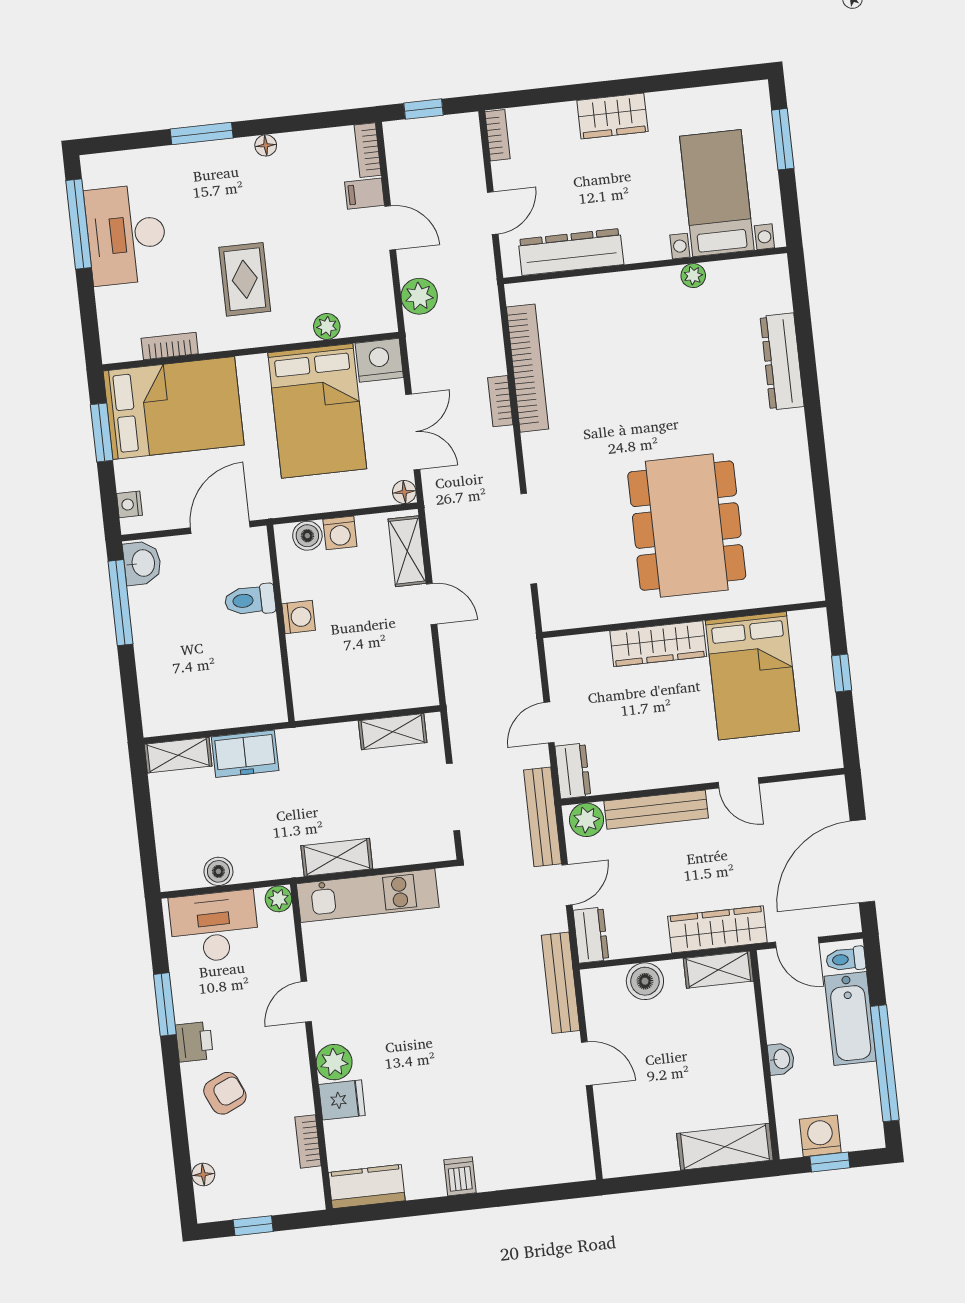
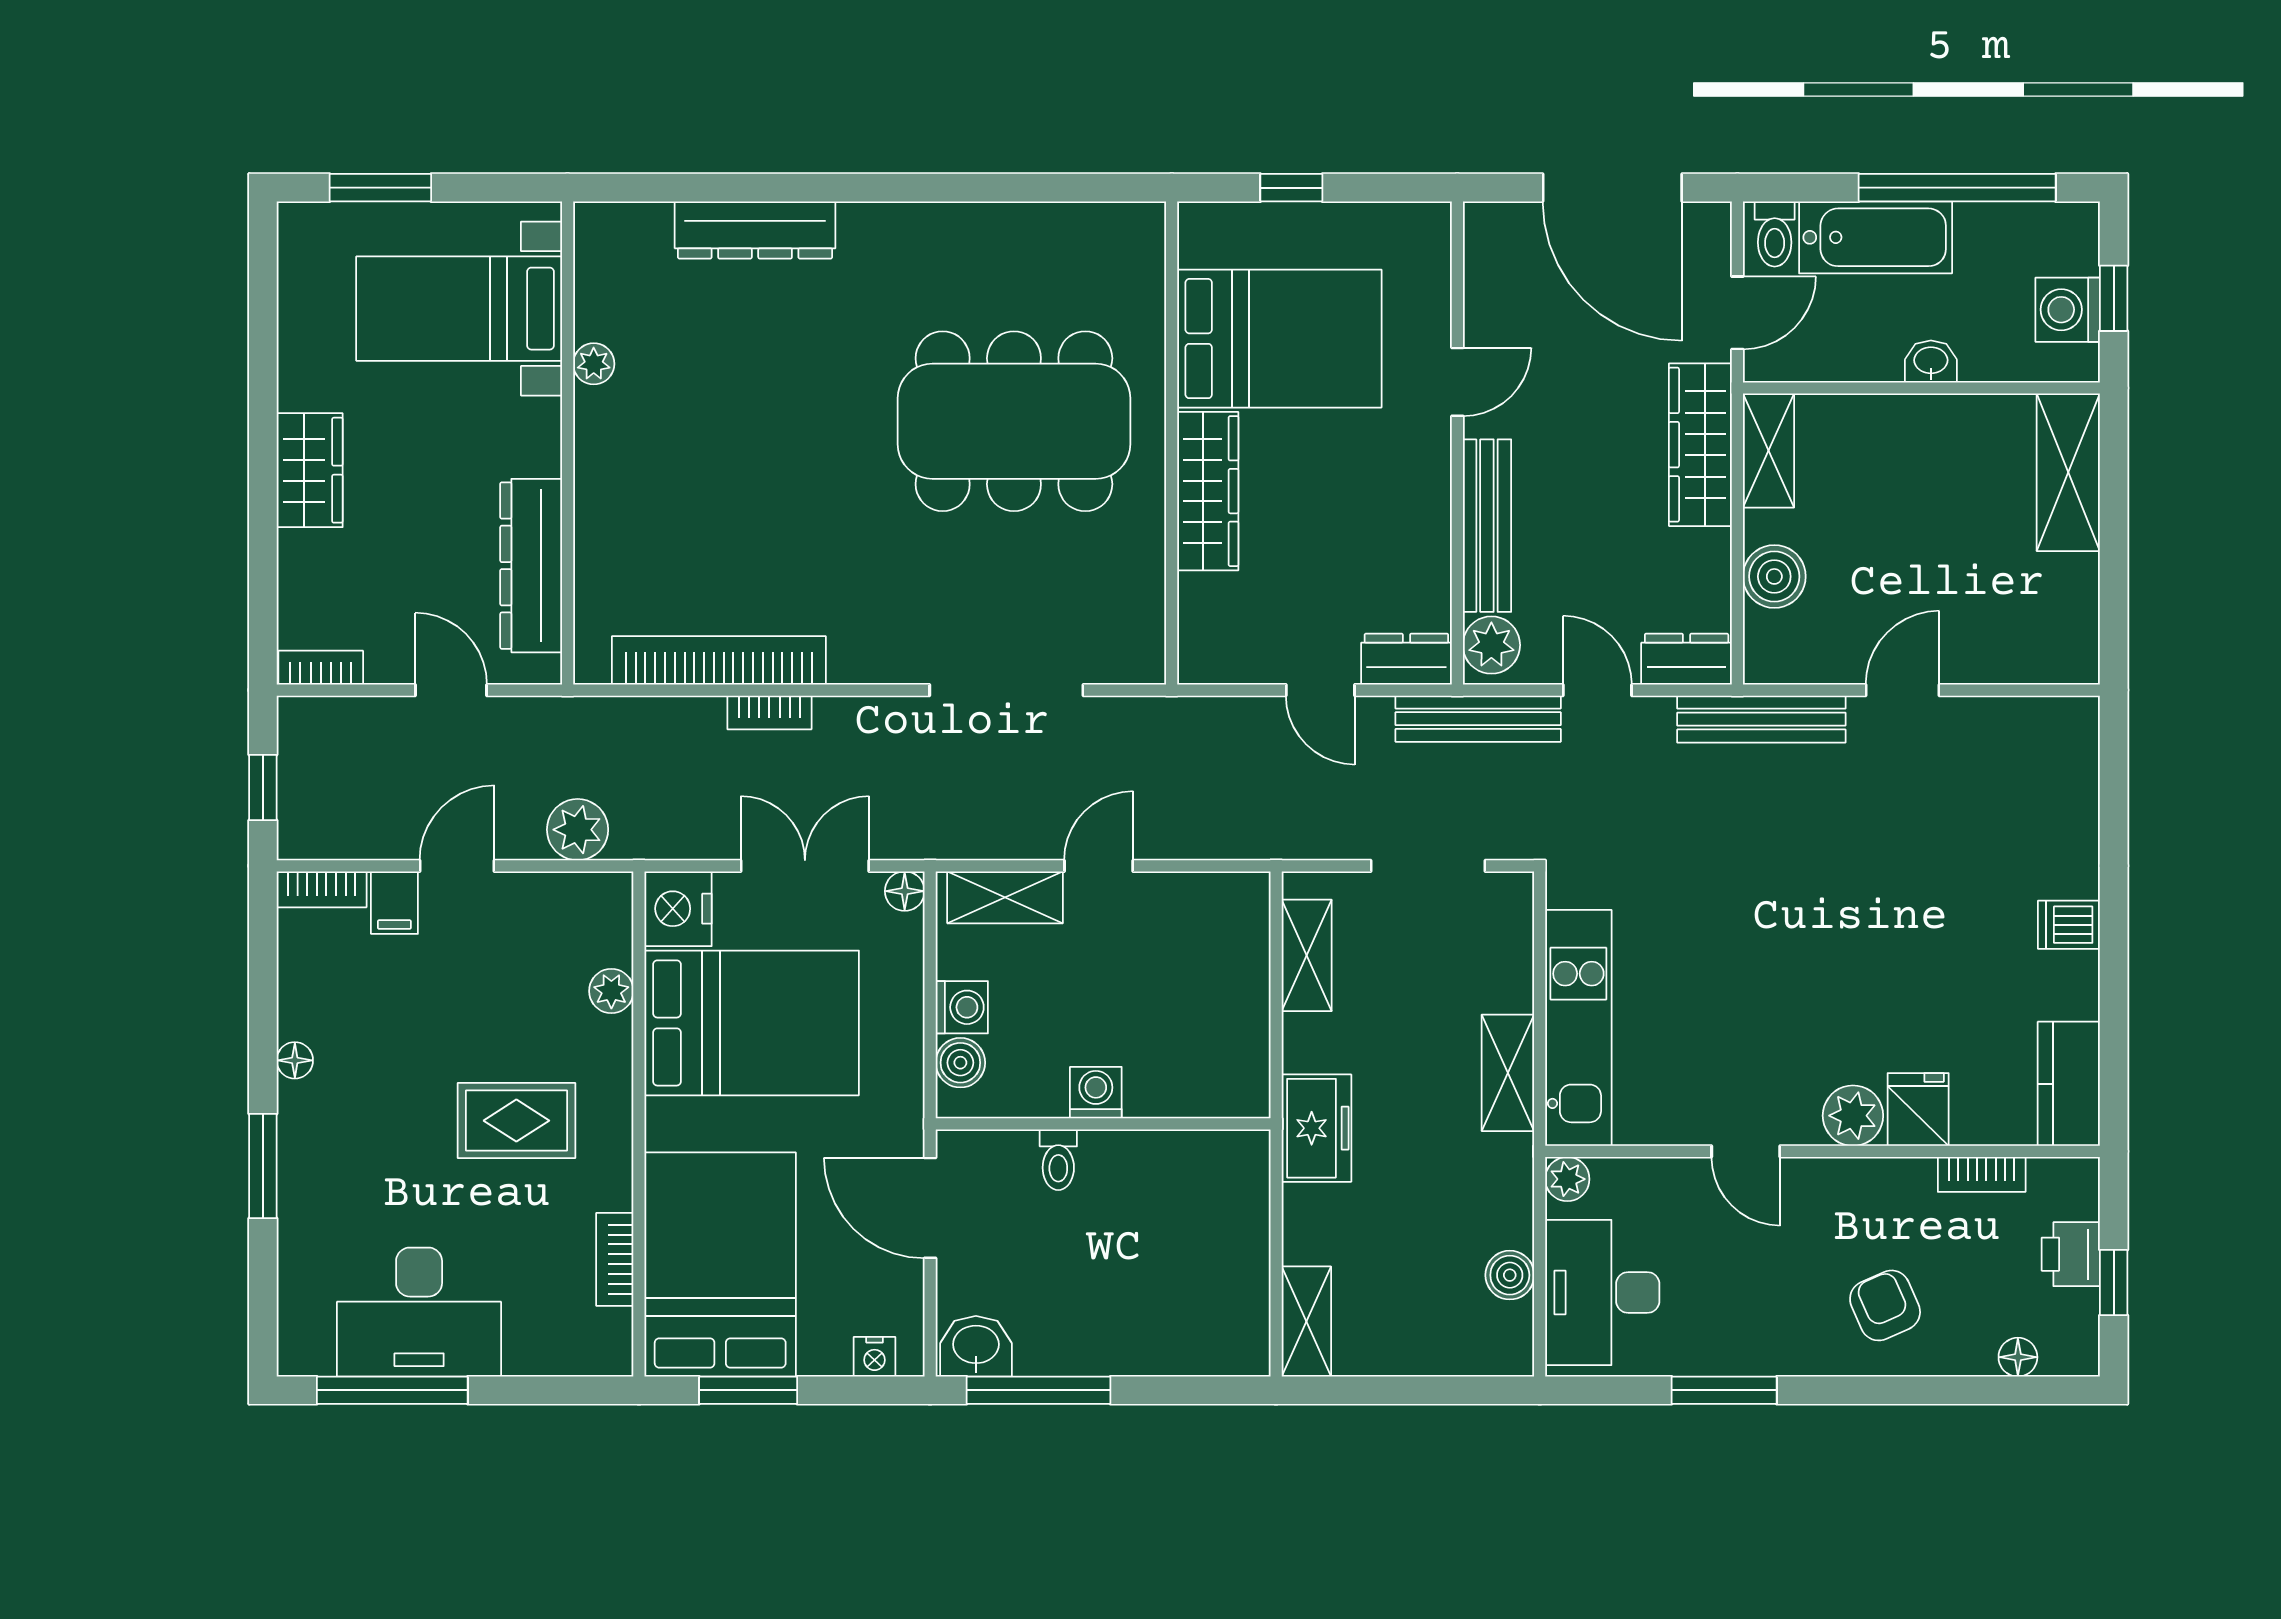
toilet: (250, 600) -> (1058, 1160), width x0.73, depth x0.72
freezer: (245, 754) -> (1316, 1128), moved
printer: (194, 1042) -> (2071, 1254), moved, turned -90

